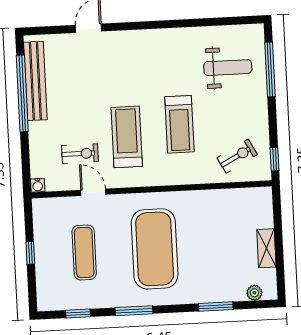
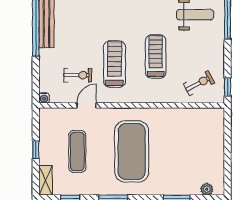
treadmill: (179, 124) -> (156, 57), turned 180
door: (93, 192) -> (87, 105), hinge flipped
shelving: (266, 248) -> (46, 180), moved

